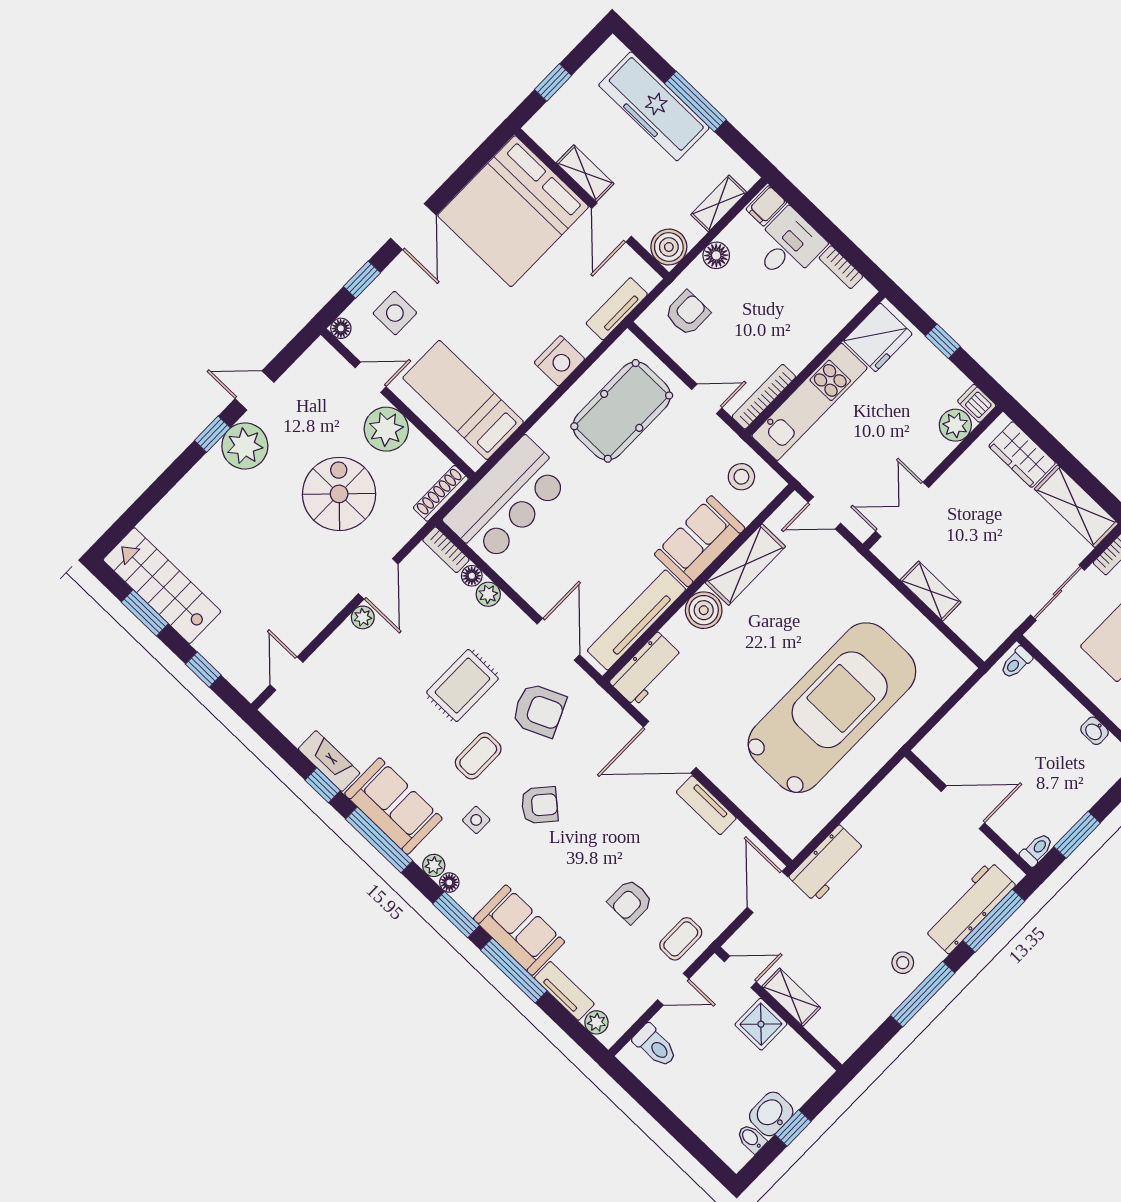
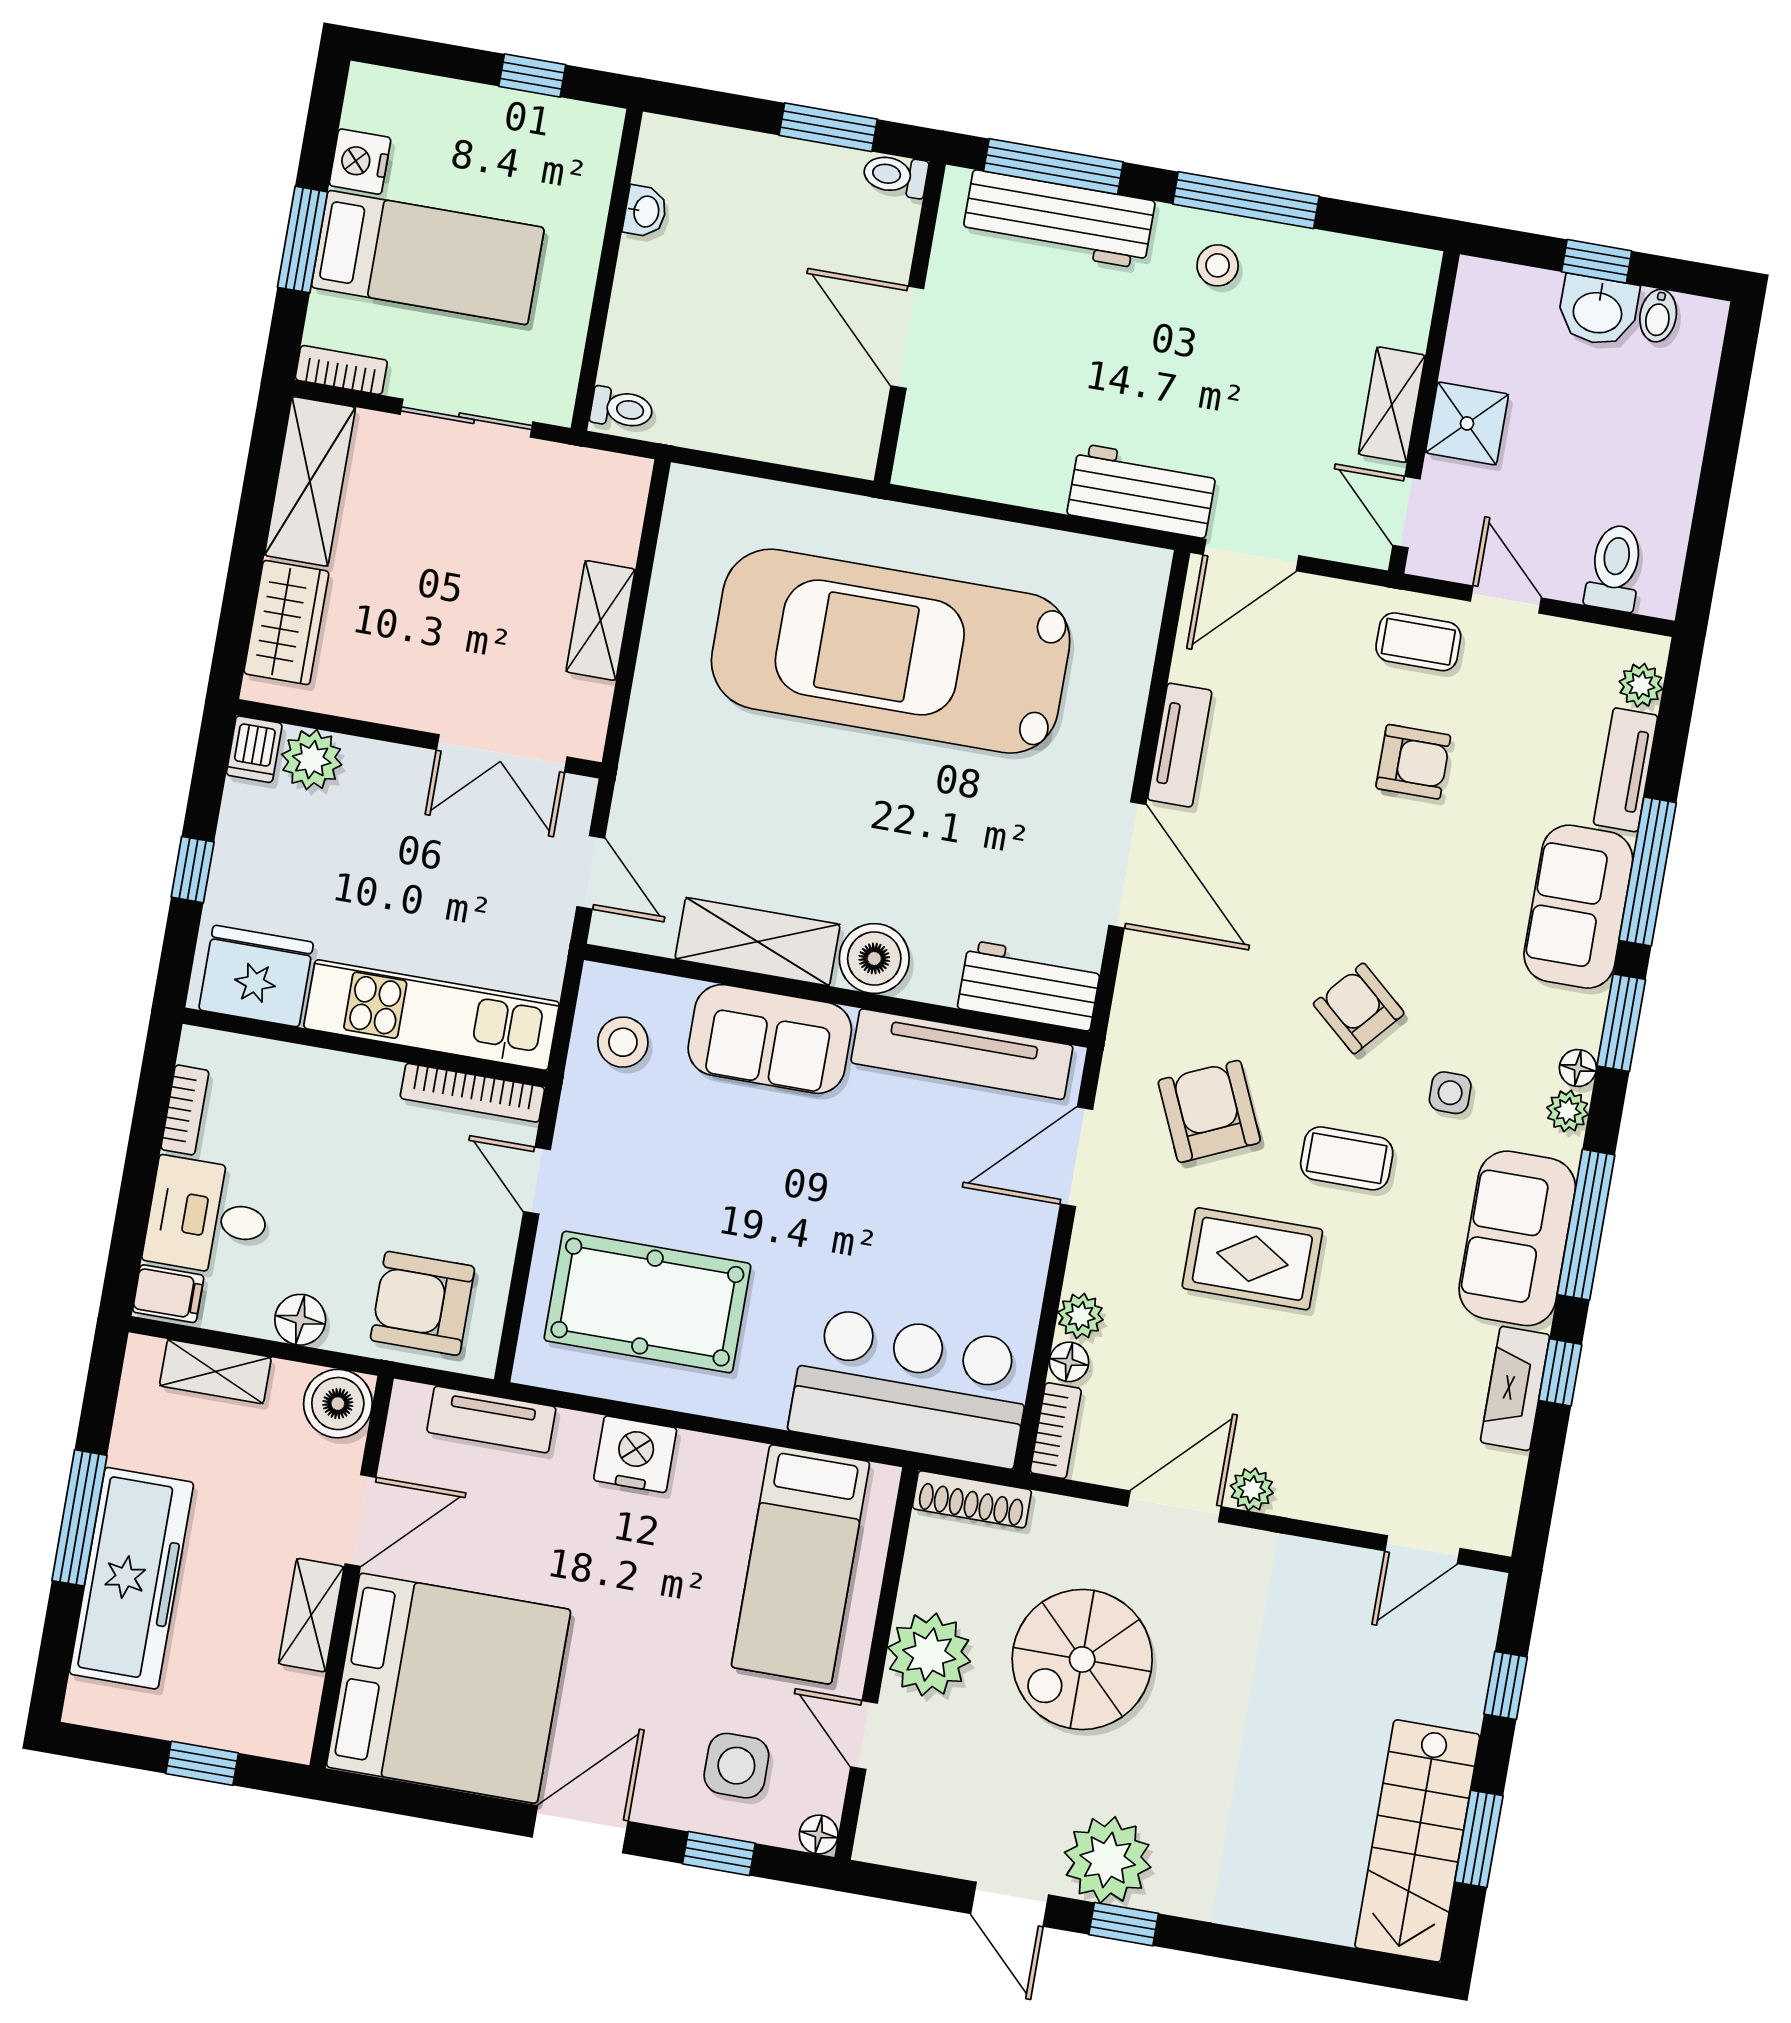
armchair: (687, 313) -> (422, 1303), width x1.38, depth x1.38

